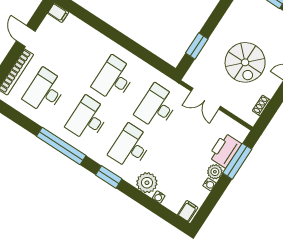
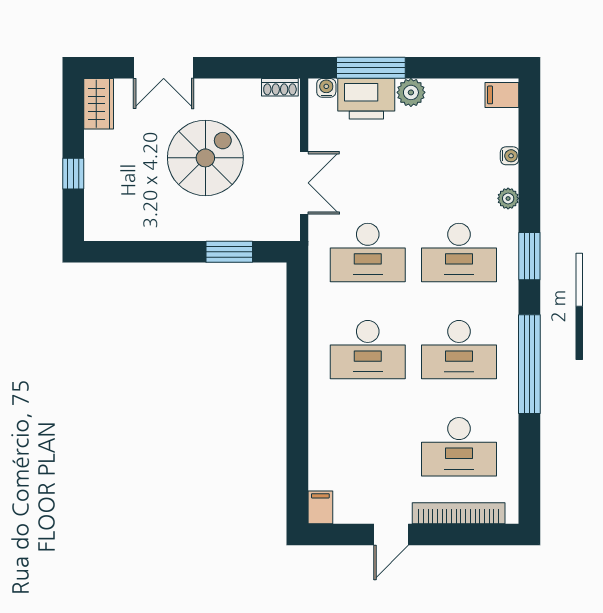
shoe rack: (261, 105) -> (280, 87), moved
plant: (147, 183) -> (508, 198), width x0.53, depth x0.53
water cooler: (209, 184) -> (326, 88), moved

